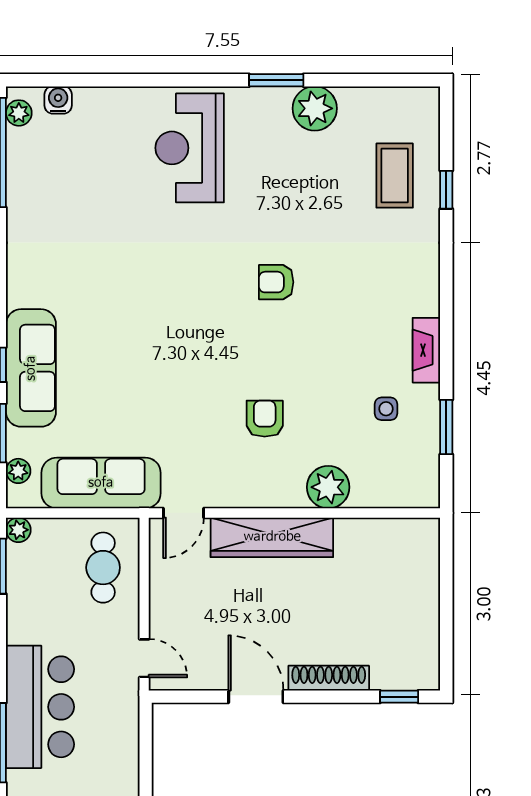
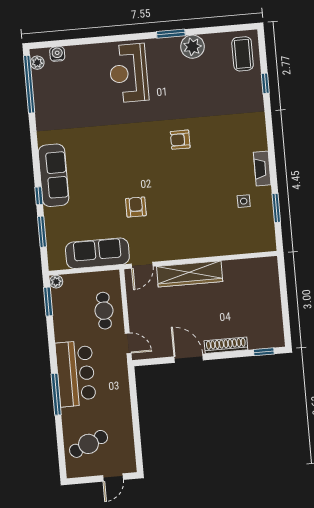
coffee table: (395, 176) -> (243, 54), moved
sofa: (31, 368) -> (53, 175), moved
armchair: (265, 419) -> (136, 207), moved
plant: (18, 471) -> (53, 251), removed
plant: (328, 487) -> (217, 245), removed
cafe table: (103, 568) -> (104, 311), moved

